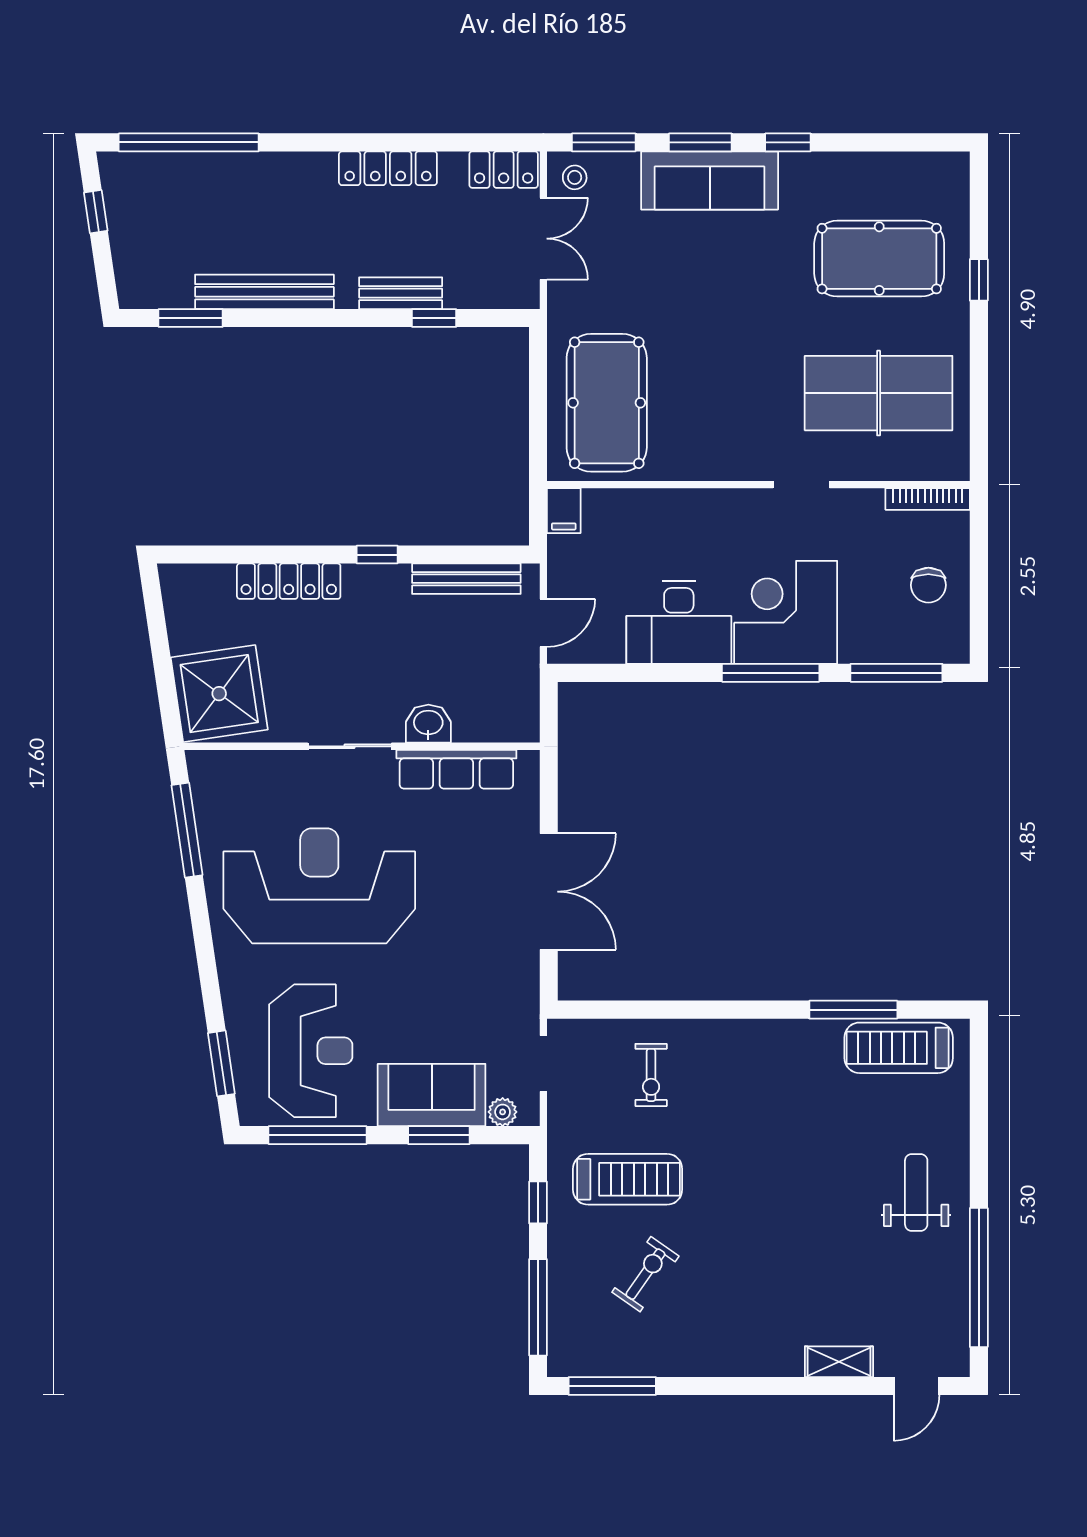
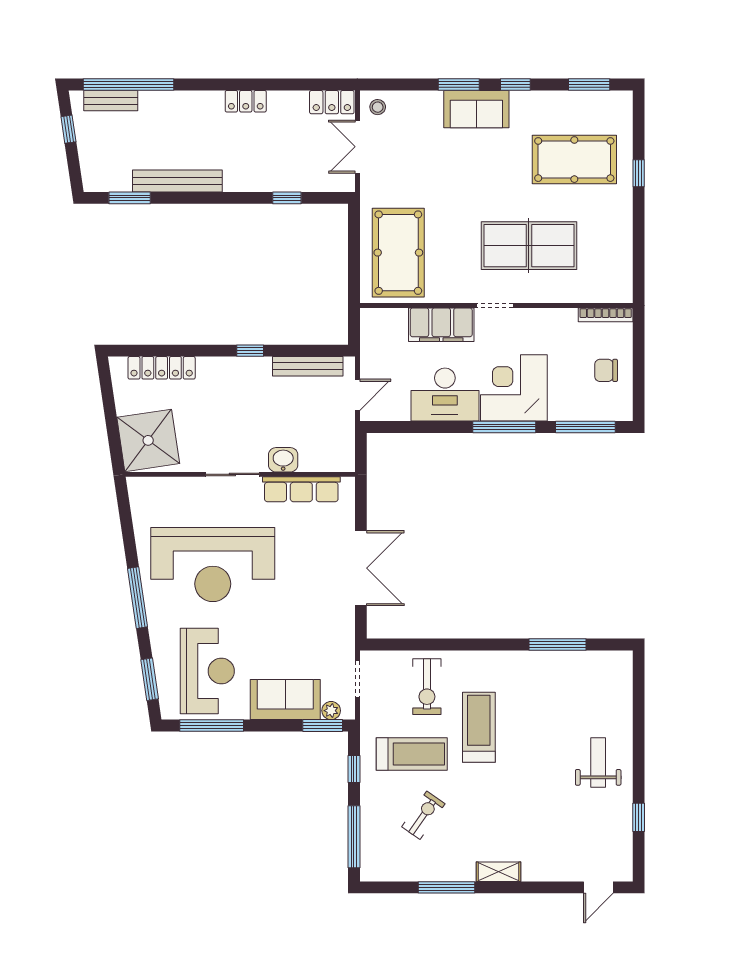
window: (604, 142) -> (589, 85), moved
locker: (388, 168) -> (246, 101), width x0.66
sofa: (710, 180) -> (476, 109), width x0.73
double door: (543, 239) -> (357, 147), swing flipped
bench: (401, 293) -> (111, 101), moved
table tennis table: (879, 393) -> (529, 246), moved
doorway: (801, 485) -> (495, 305), moved
filing cabinet: (564, 511) -> (441, 325), moved, width x3.00, depth x1.17
locker: (289, 581) -> (162, 368), moved
chair: (928, 585) -> (606, 370), turned 90
window: (187, 830) -> (138, 598), moved
reception desk: (319, 886) -> (213, 565), turned 180
treadmill: (899, 1048) -> (479, 727), moved, turned 90
exercise bike: (651, 1075) -> (427, 687), width x1.38, depth x1.39
window: (439, 1135) -> (323, 725), moved
window: (979, 1278) -> (639, 817), width x0.32
shelving: (839, 1362) -> (499, 872), moved
window: (612, 1386) -> (447, 887), moved

